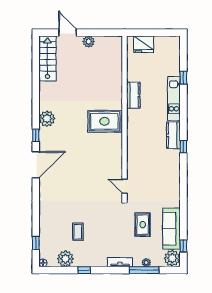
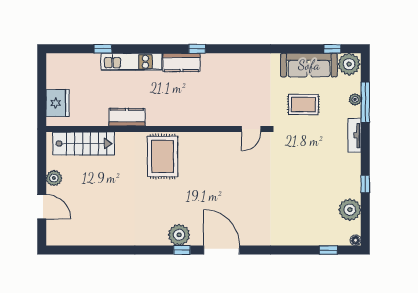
door: (68, 33) -> (42, 207), swing flipped
stairs: (48, 58) -> (84, 144), moved, turned 180
plant: (47, 119) -> (179, 235), moved
coffee table: (78, 232) -> (313, 193), removed

